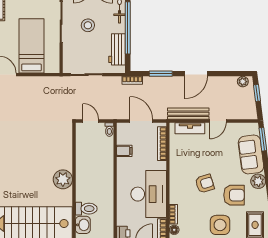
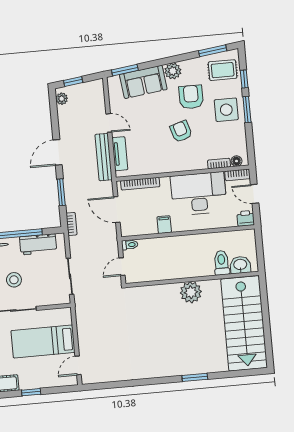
door: (196, 74) -> (58, 152), swing flipped
door: (141, 121) -> (117, 209), hinge flipped
filing cabinet: (124, 151) -> (164, 225), moved

